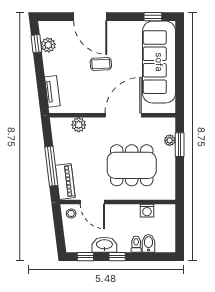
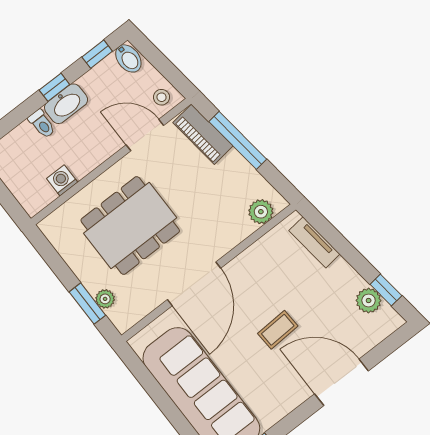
plant: (79, 125) -> (261, 212), moved
bidet: (148, 243) -> (128, 58), moved
washbasin: (104, 245) -> (66, 104), moved

